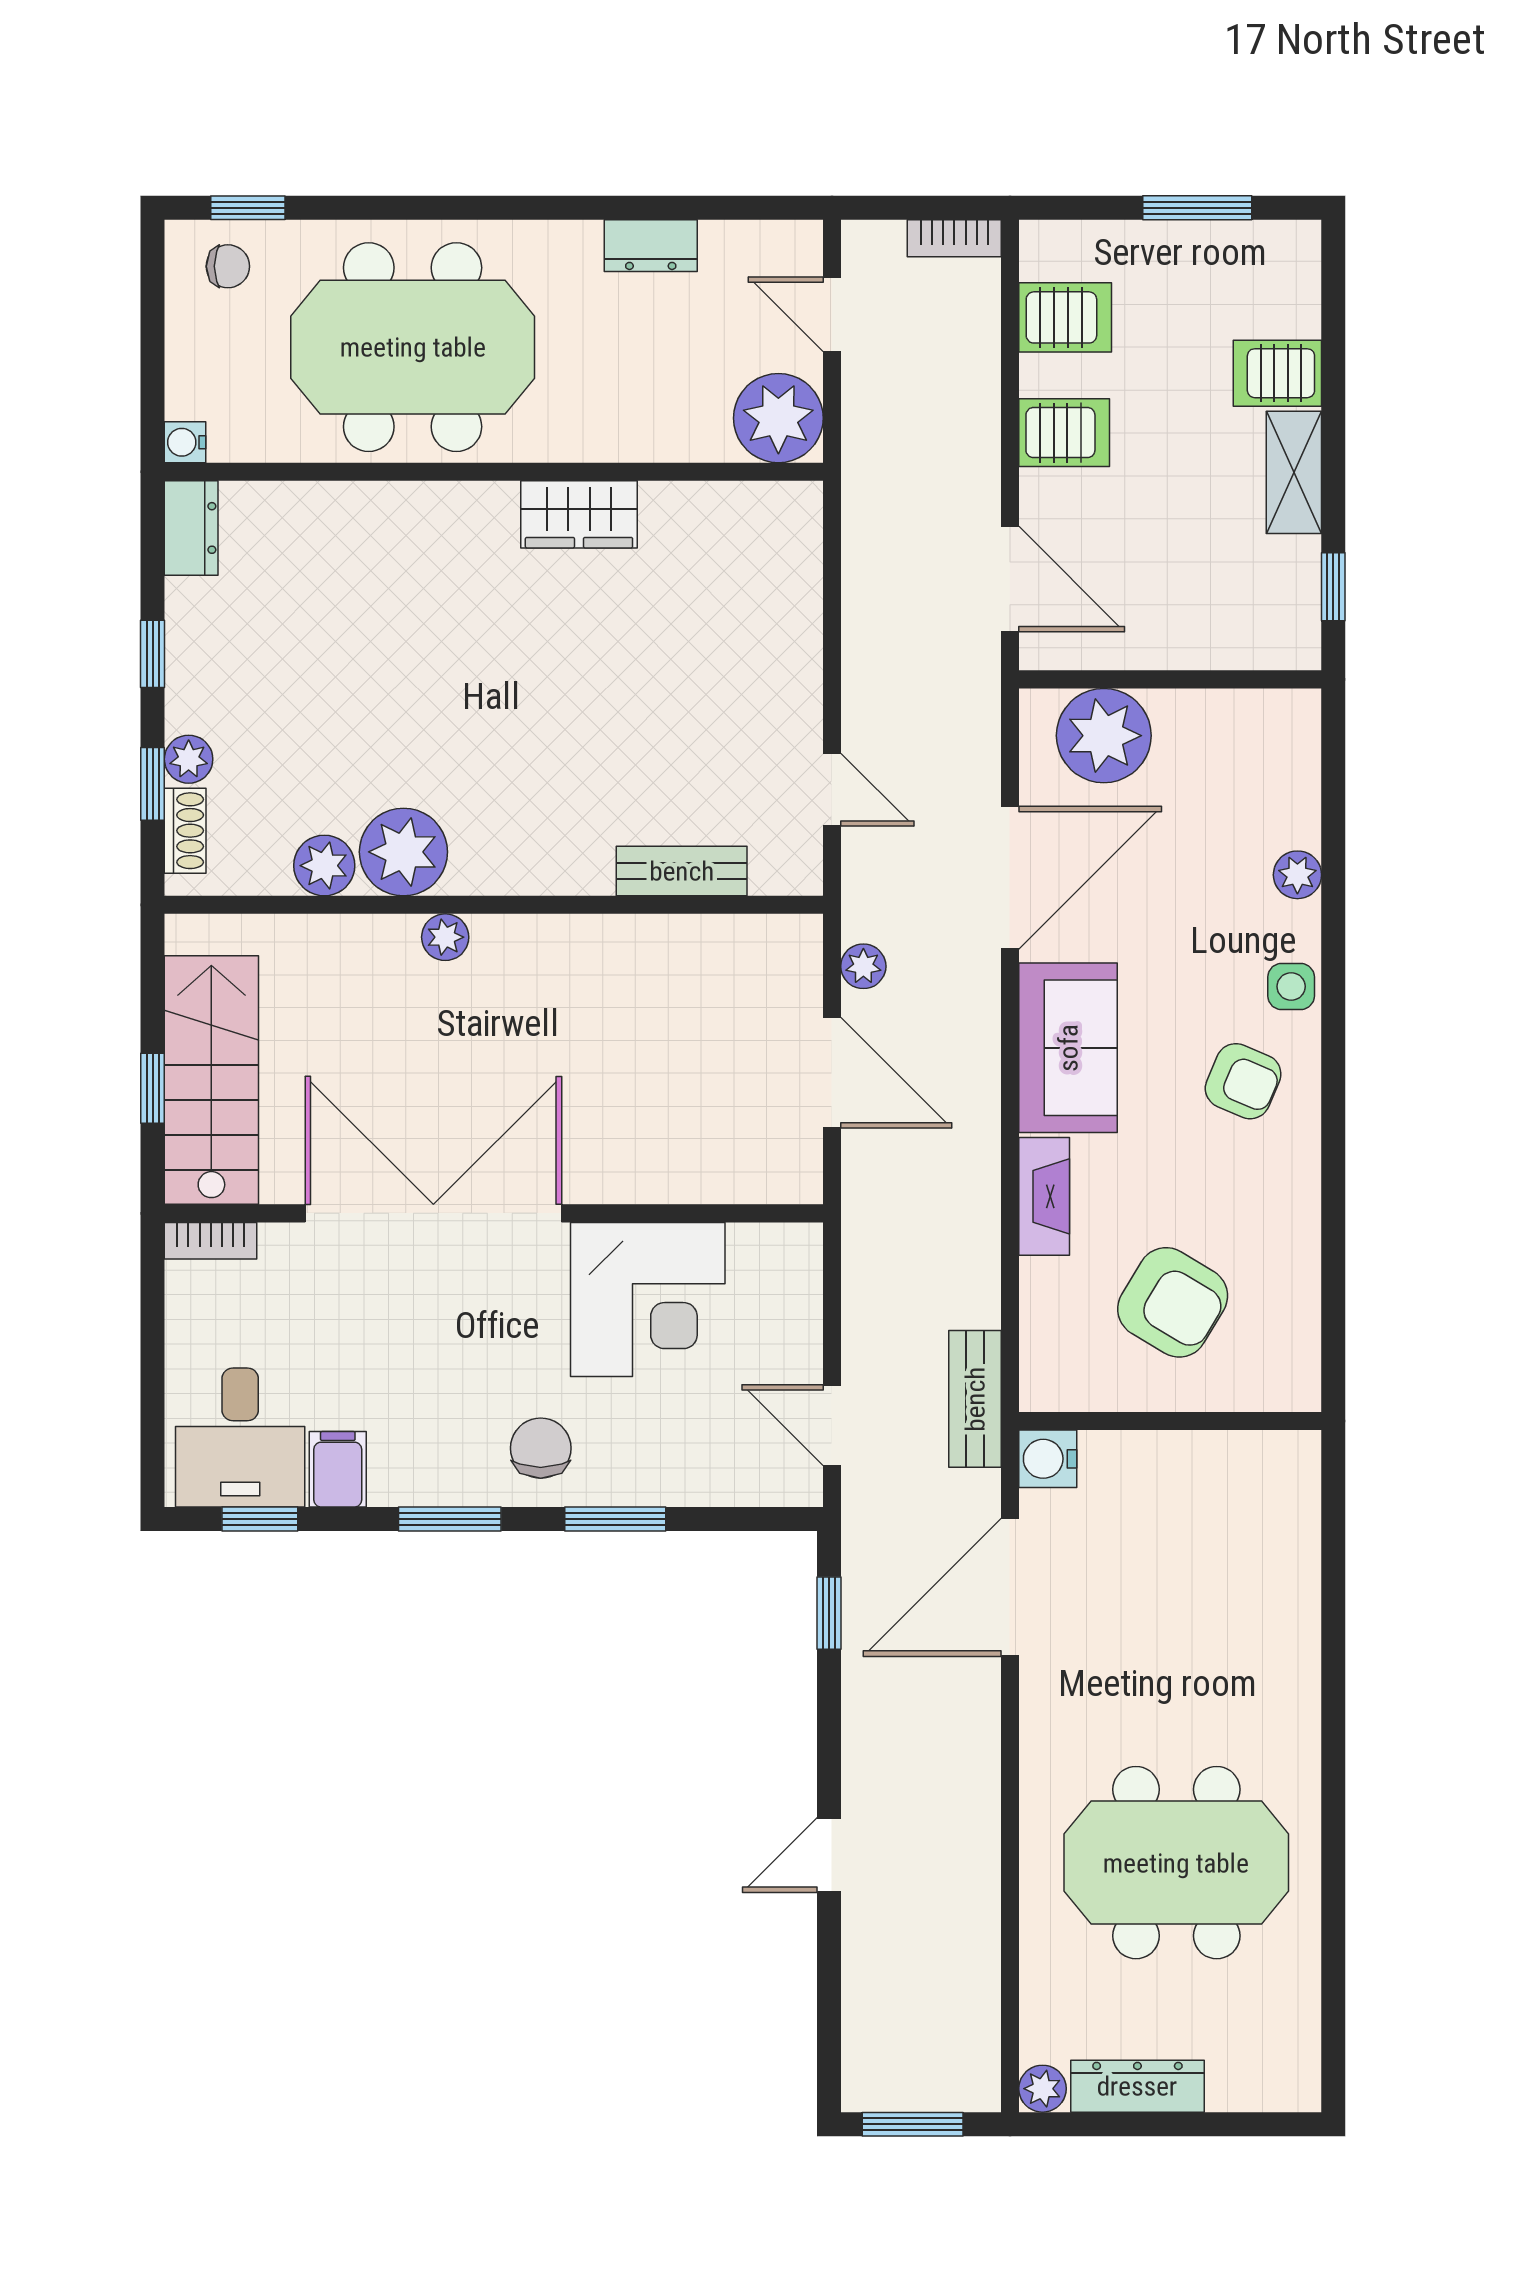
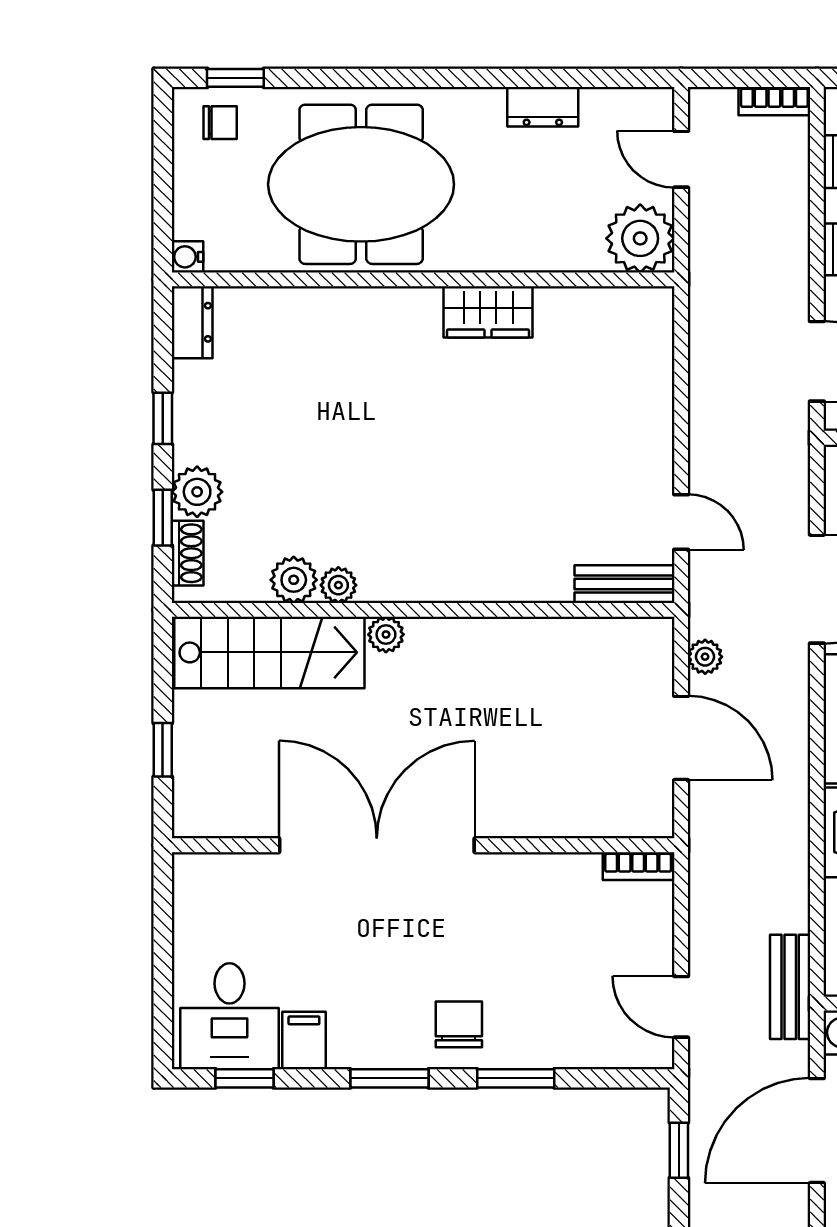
plant: (189, 759) -> (197, 492), width x1.38, depth x1.38
plant: (403, 852) -> (338, 585), width x0.53, depth x0.53
bench: (682, 871) -> (625, 584), moved
stairs: (211, 1080) -> (269, 652), moved, turned 90
bookcase: (211, 1241) -> (638, 866), moved
corner desk: (648, 1299) -> (541, 911), removed

